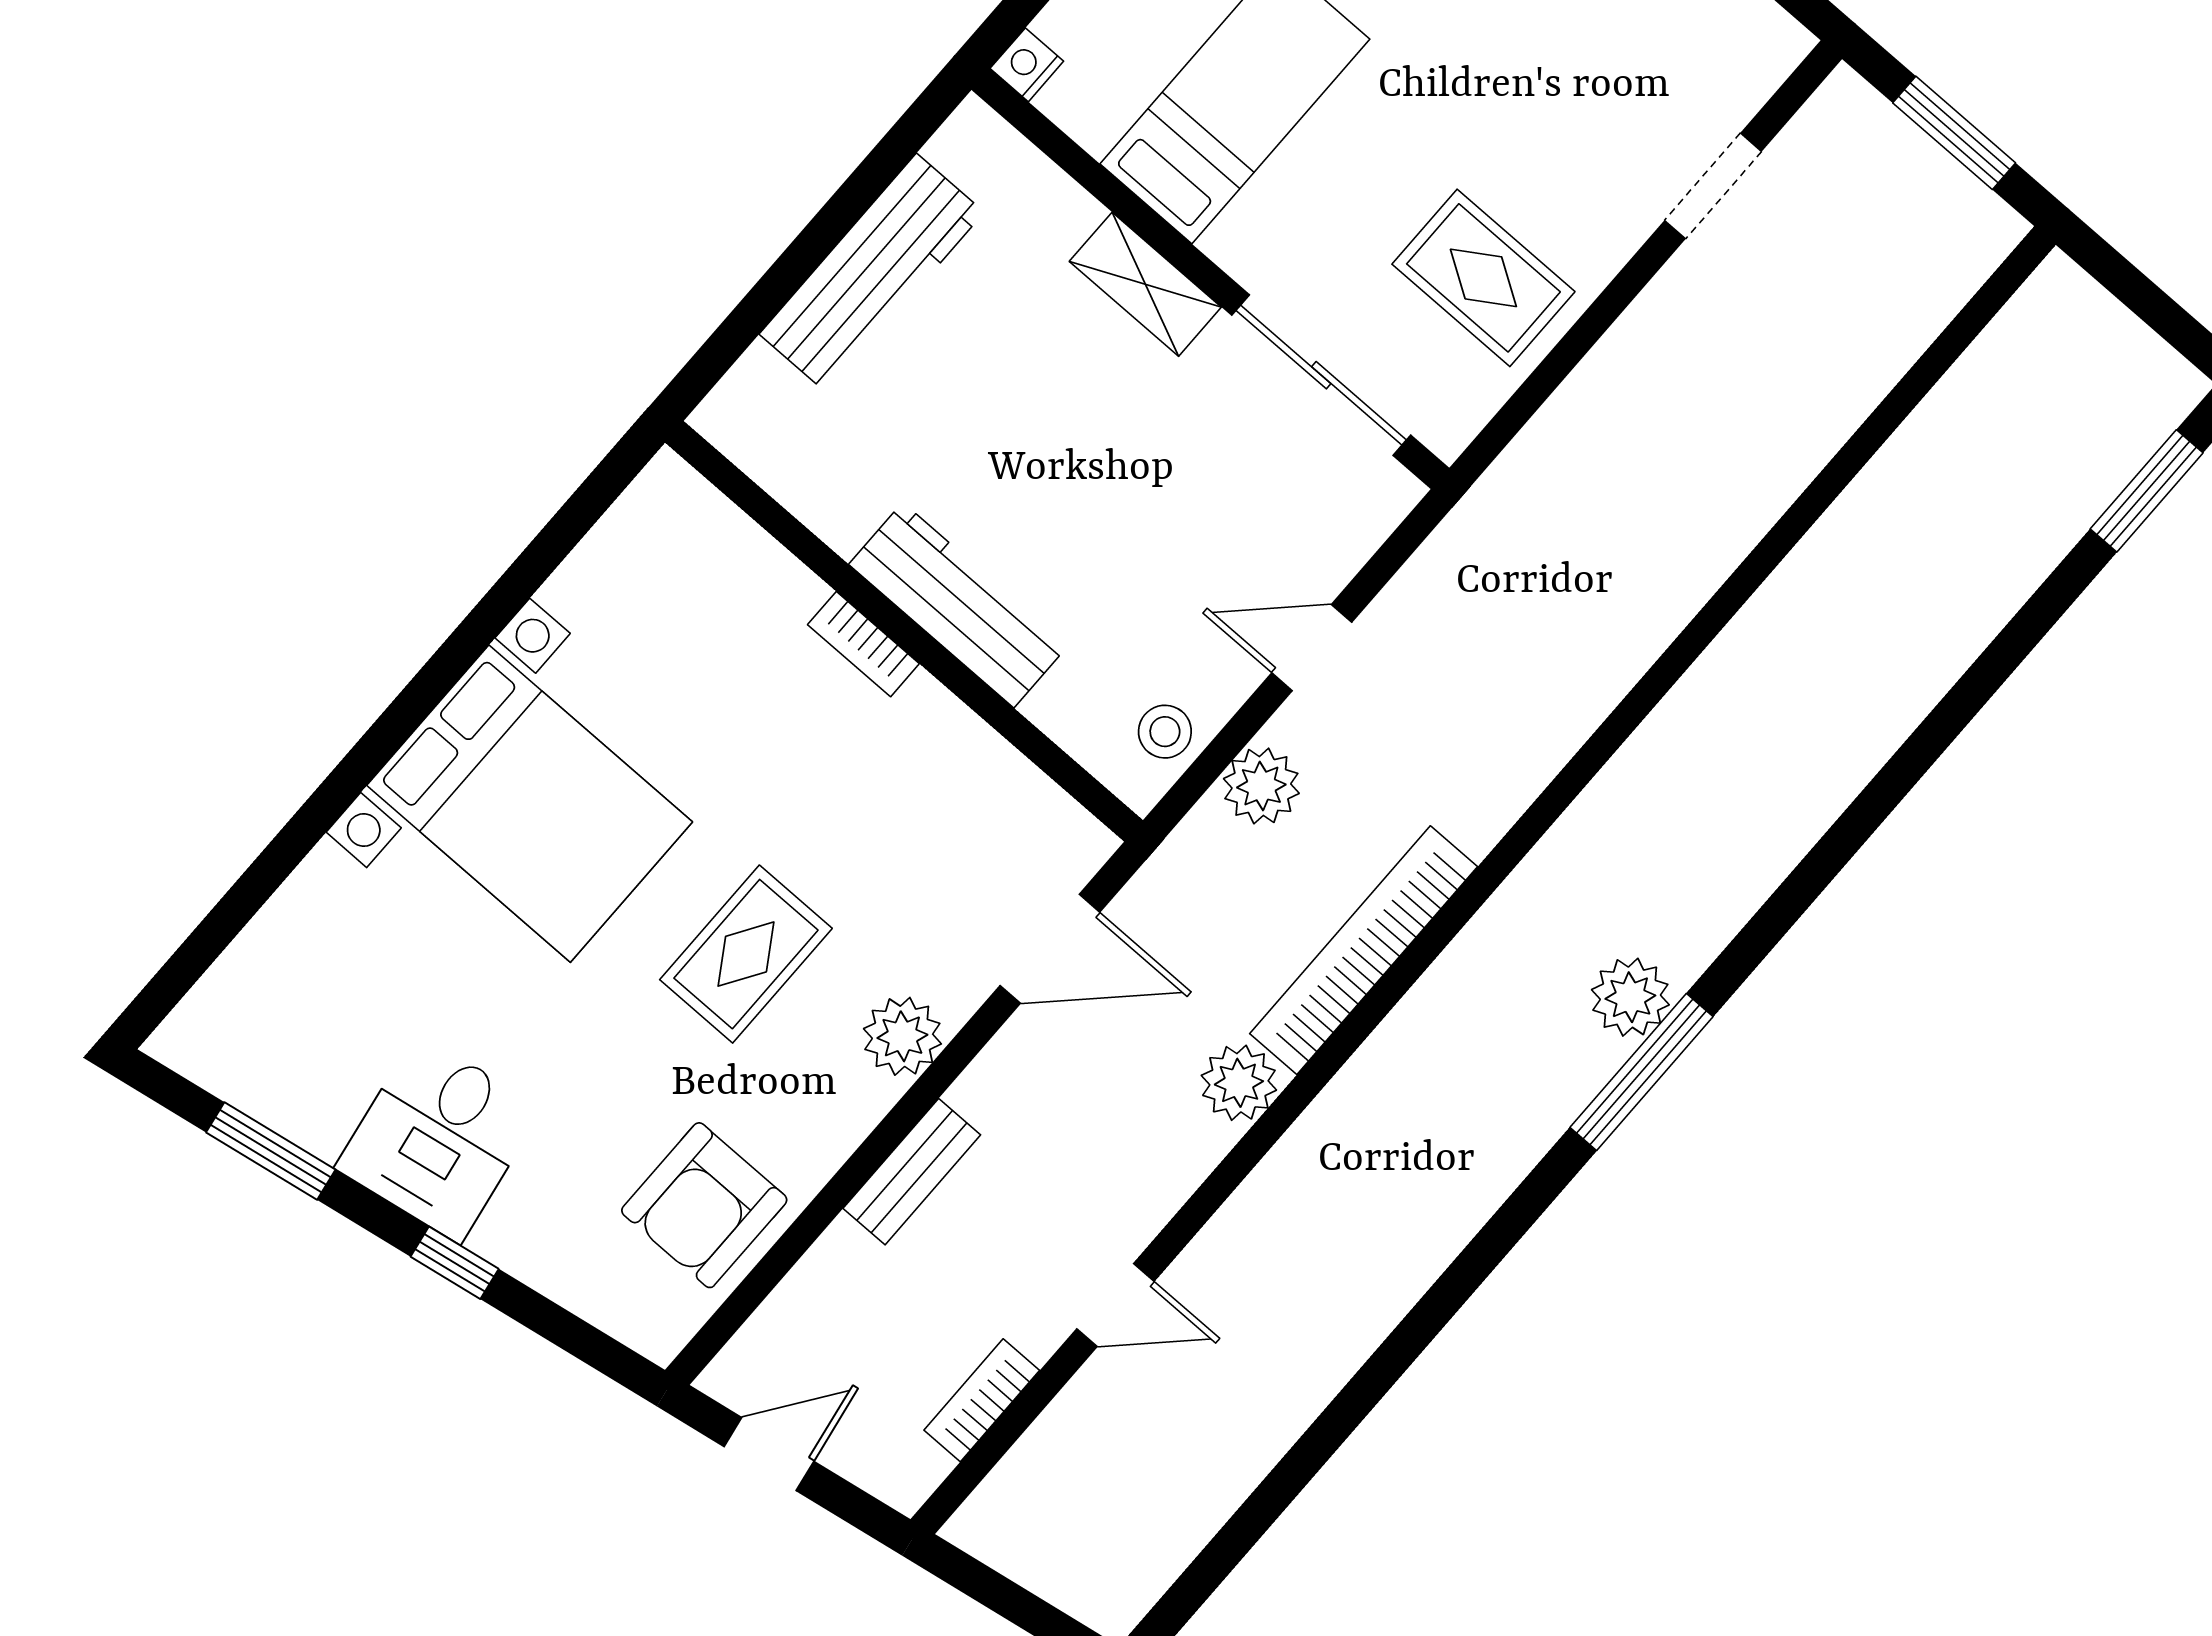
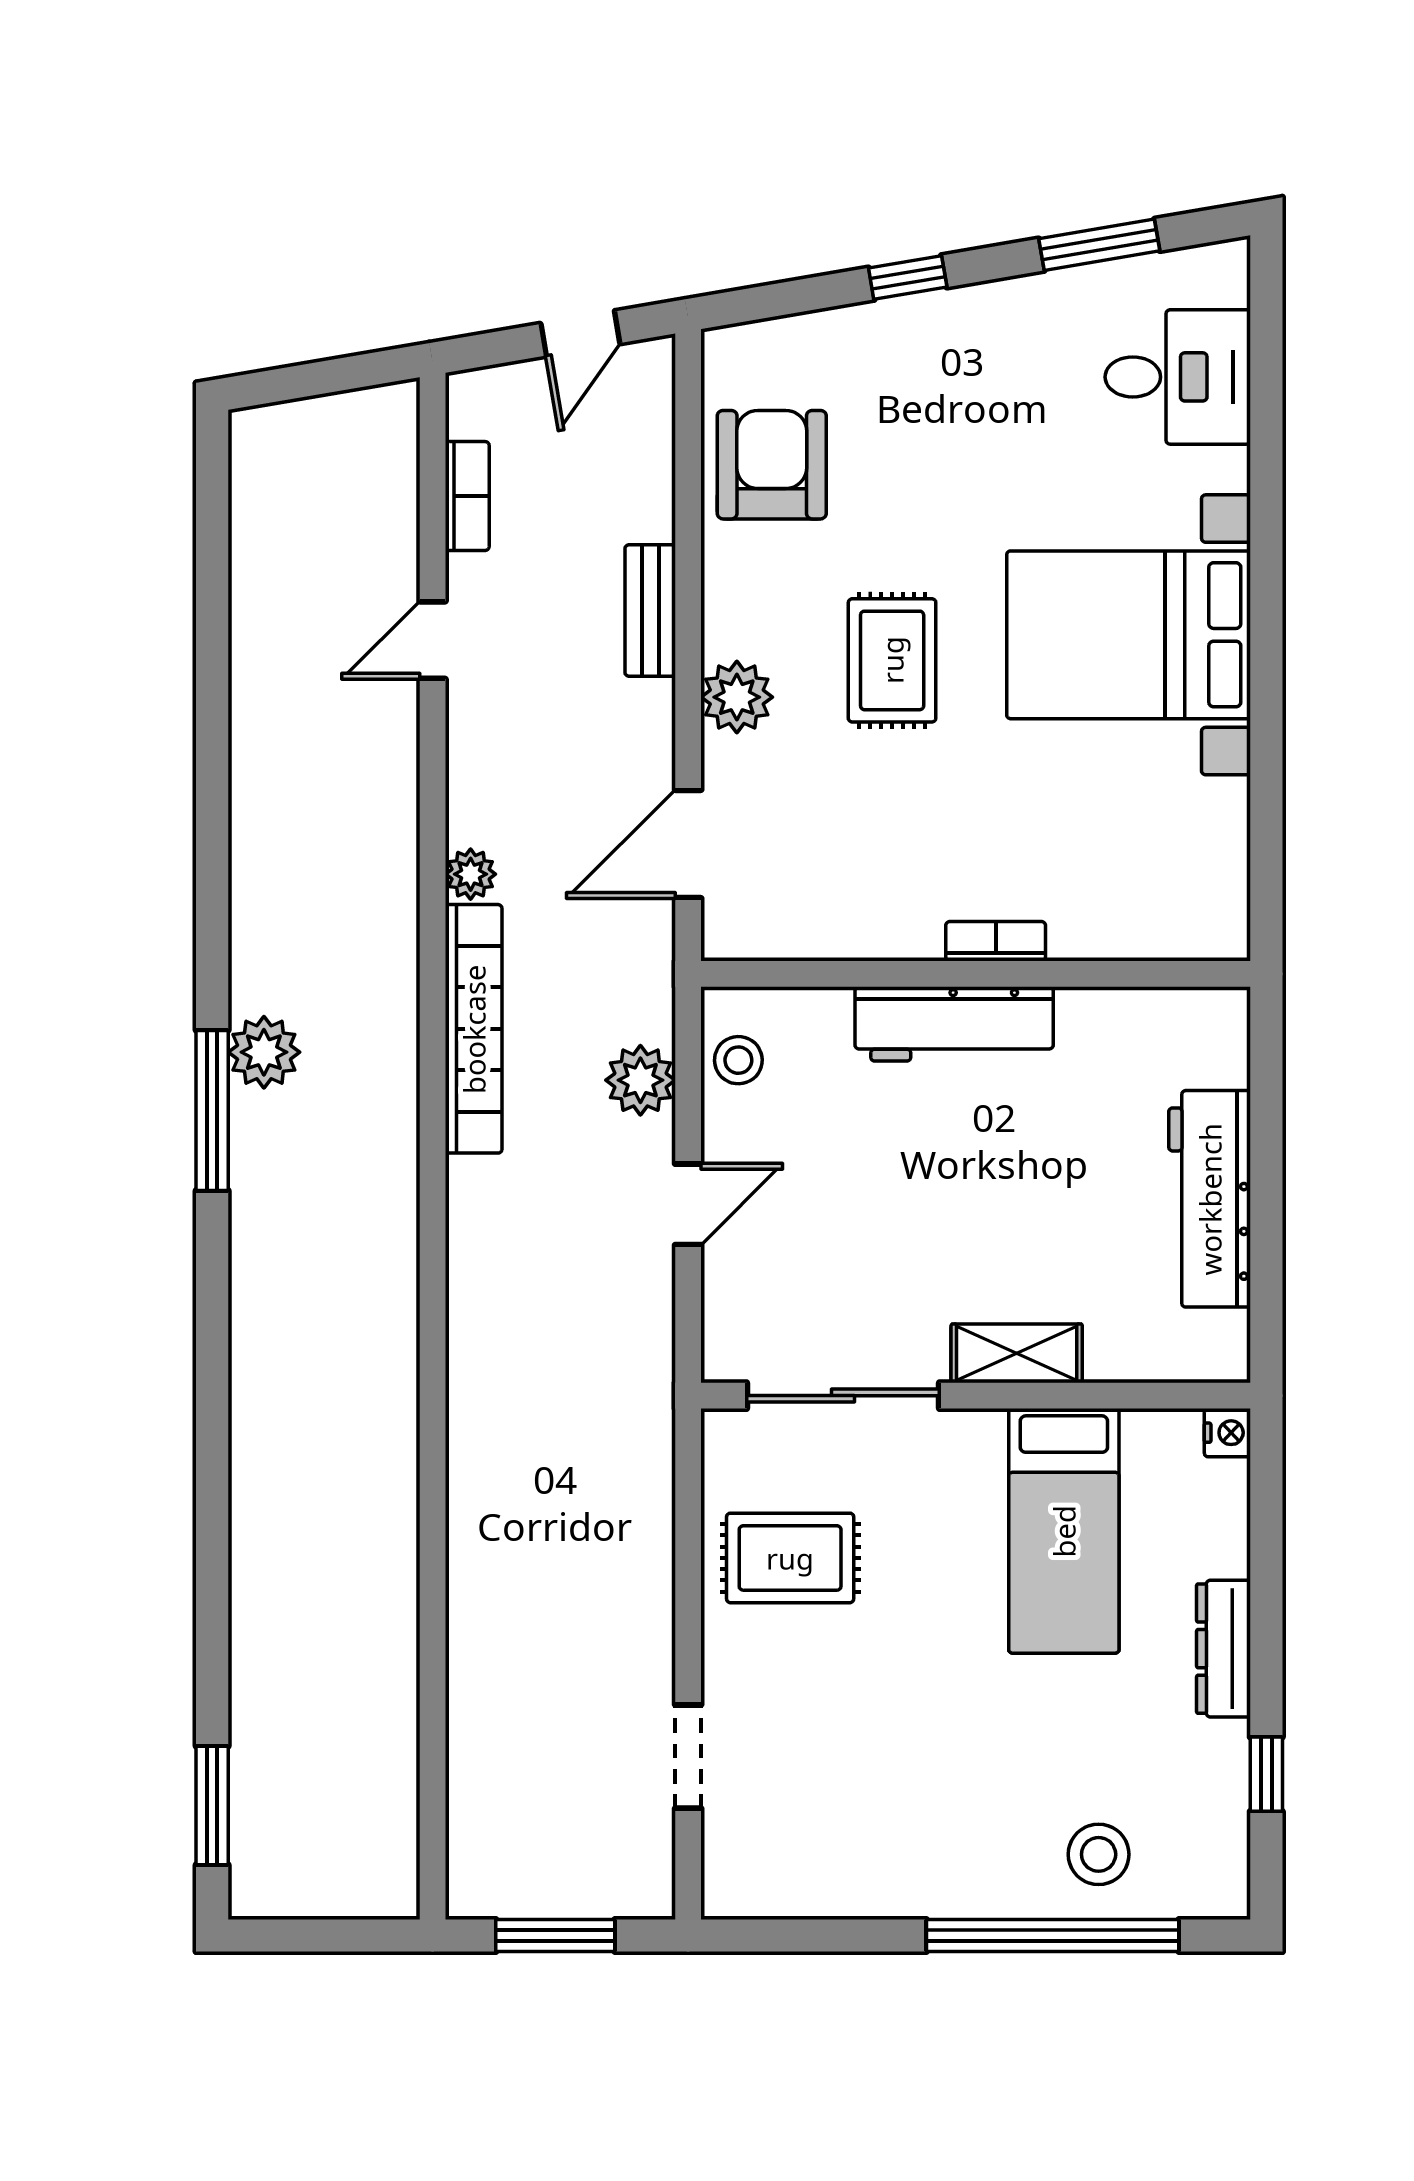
plant: (1630, 997) -> (264, 1052), moved
plant: (1239, 1083) -> (471, 874), width x0.73, depth x0.73
desk: (439, 1138) -> (1178, 377), moved, turned 100

